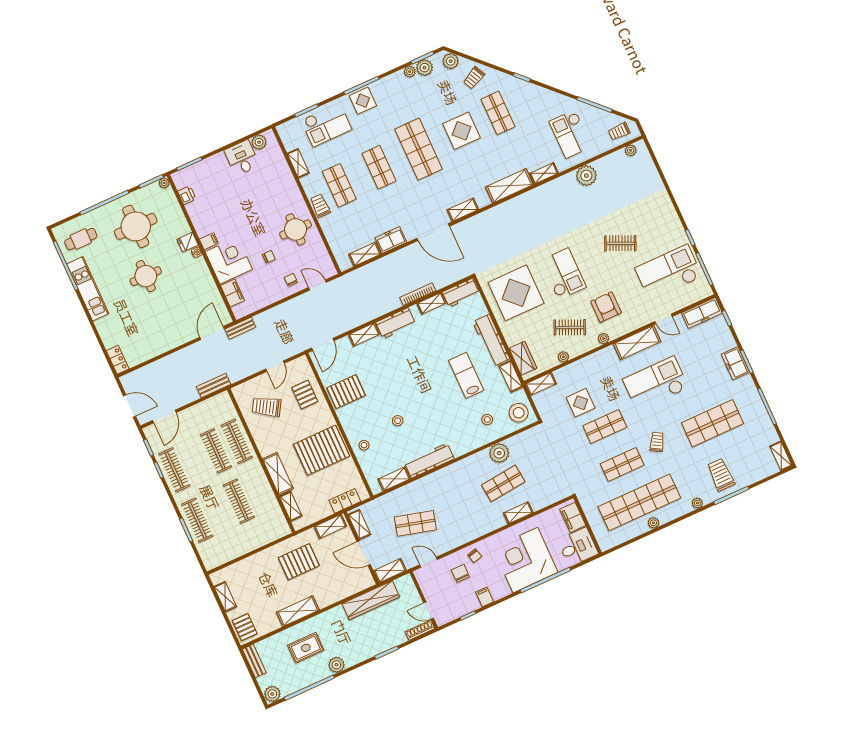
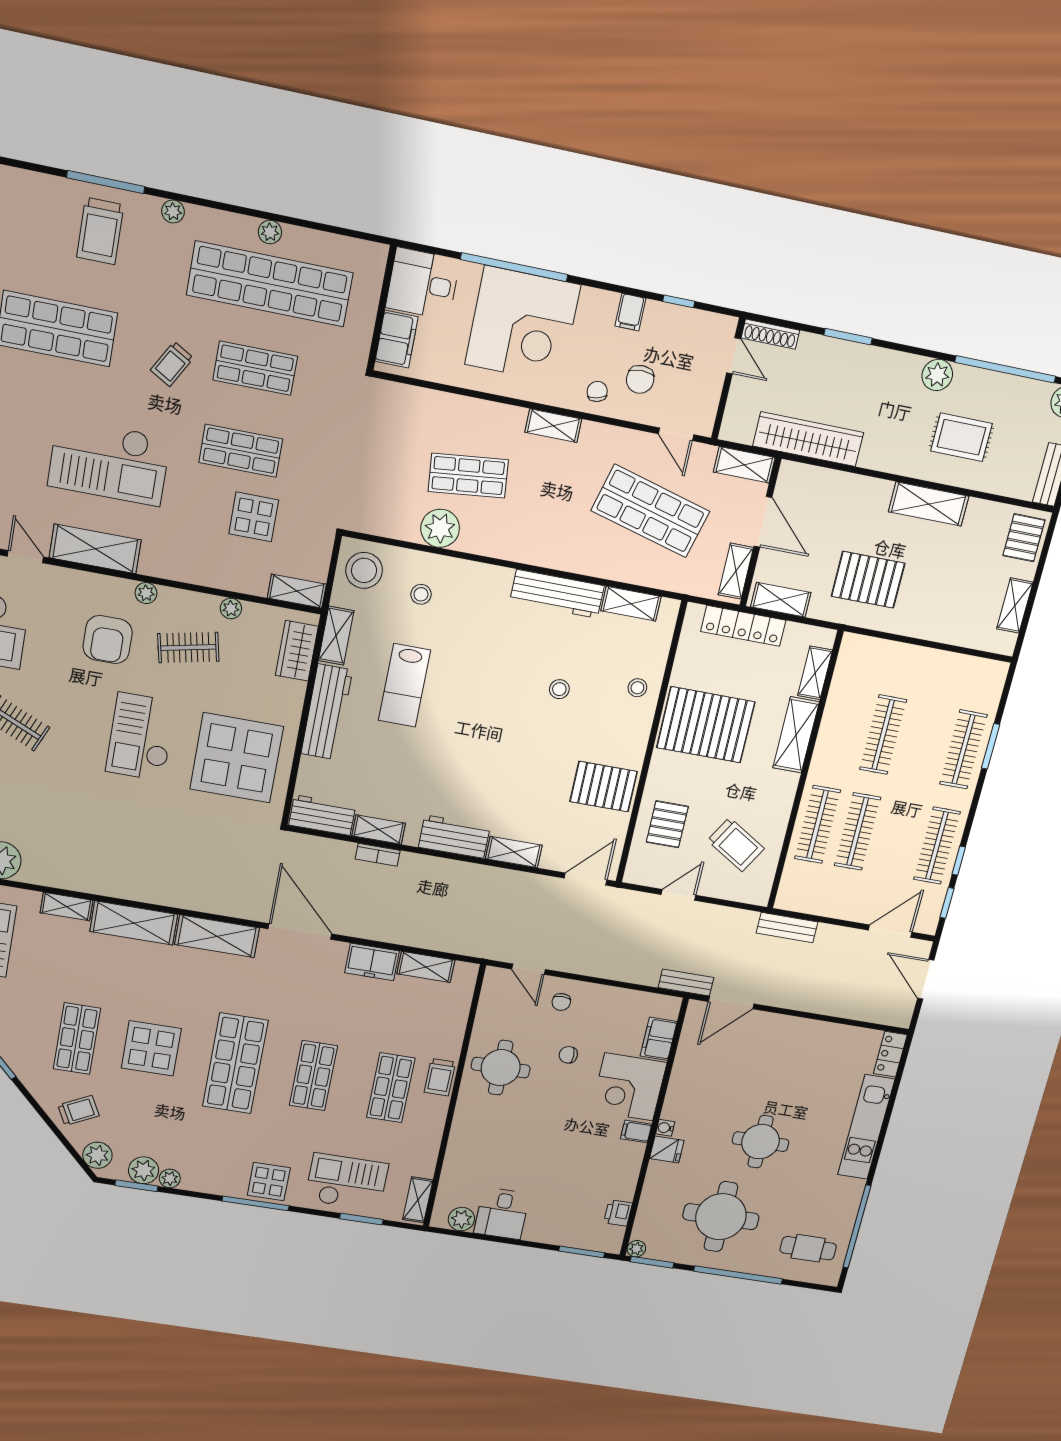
shelving: (298, 163) -> (418, 1200), moved
shelving: (463, 210) -> (217, 936), width x1.50, depth x1.33
kitchen unit: (88, 289) -> (866, 1127), moved
bookcase: (418, 294) -> (378, 855), width x0.64
clothes rail: (570, 327) -> (188, 647), turned -36
locker: (345, 501) -> (743, 626), width x1.53
shelving: (518, 513) -> (553, 426), moved
shop shelf: (415, 523) -> (650, 511), width x1.43, depth x1.36

